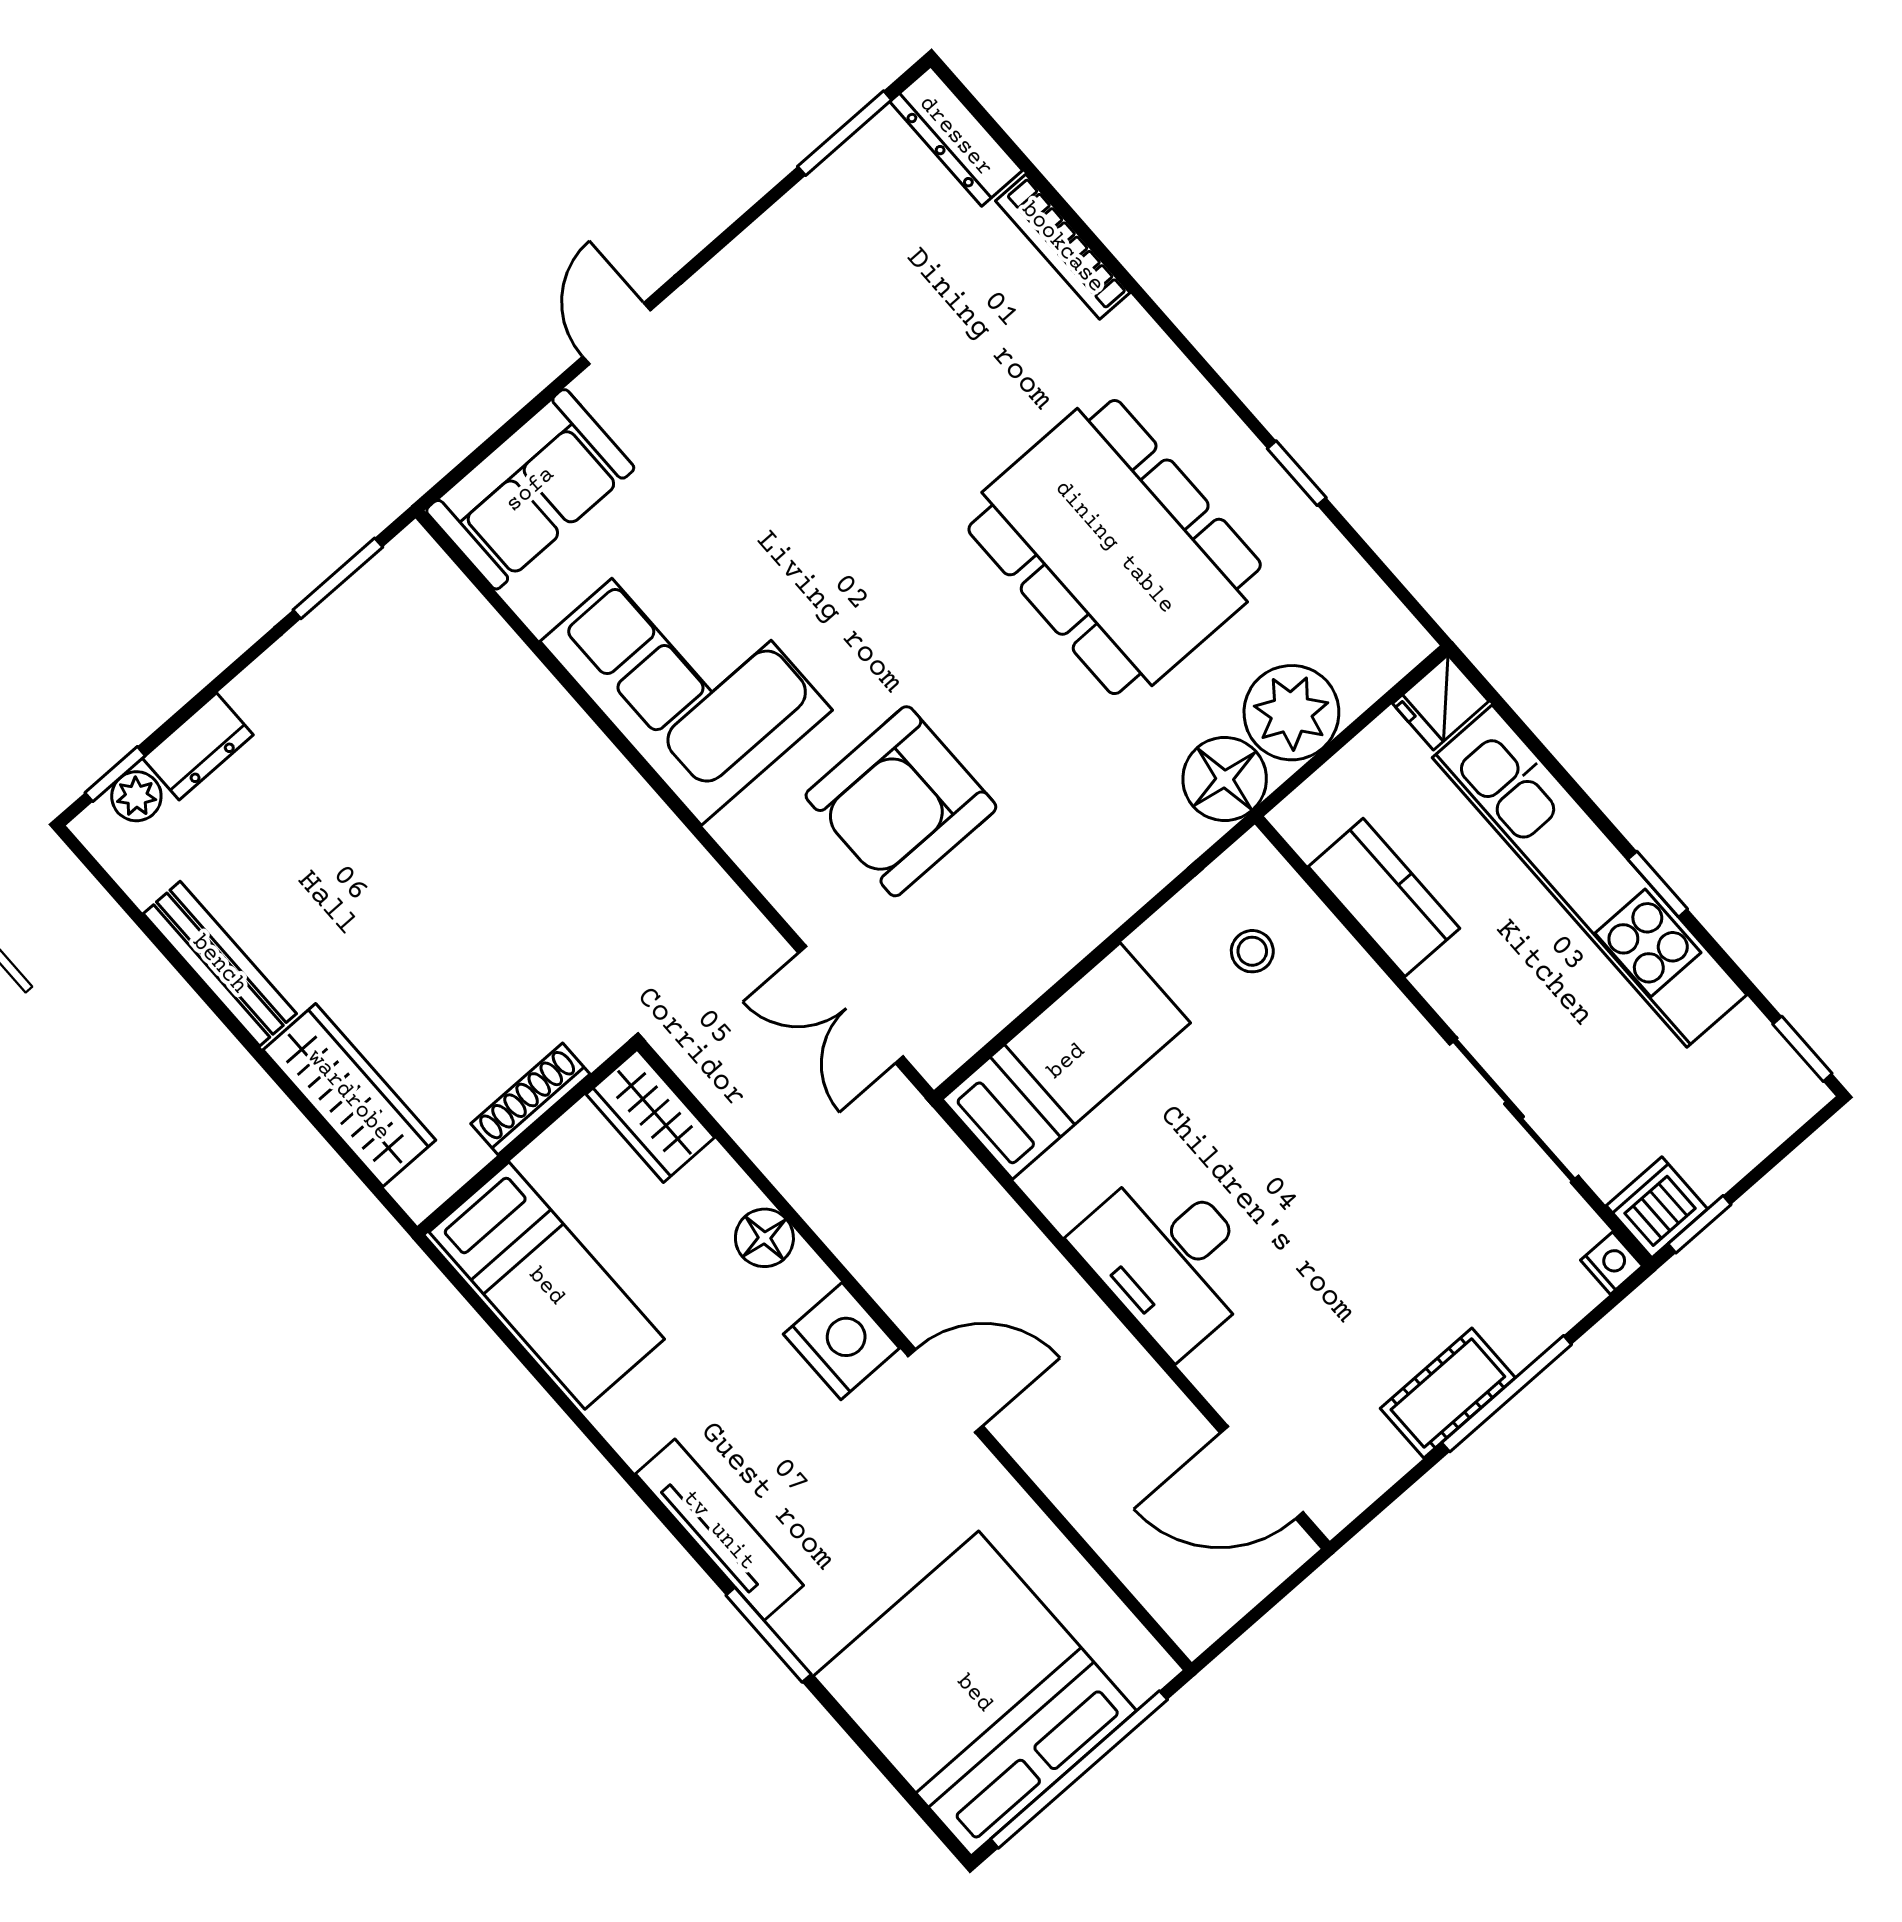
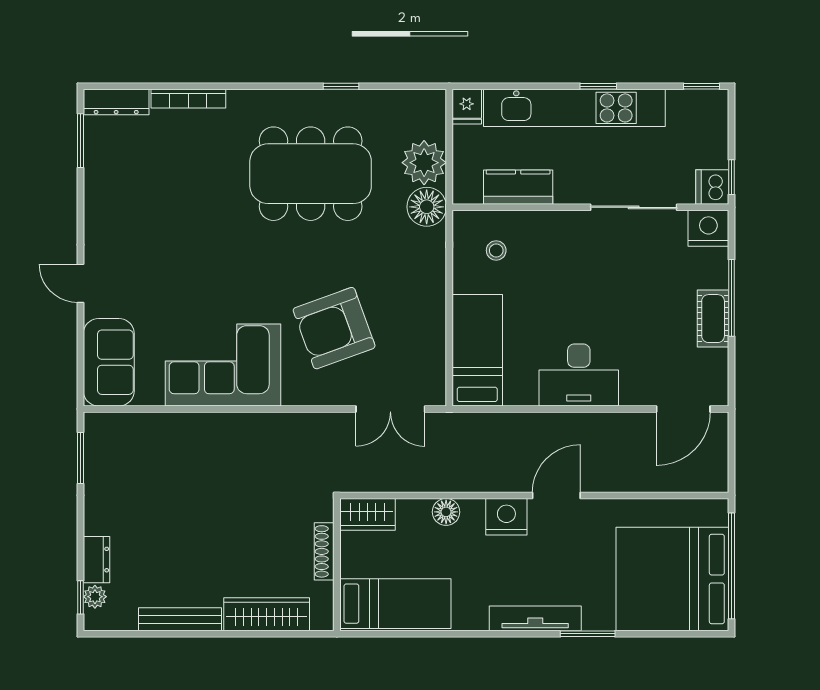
armchair: (901, 801) -> (334, 328), turned 70
nightstand: (1612, 1263) -> (708, 228), width x1.89, depth x1.79

